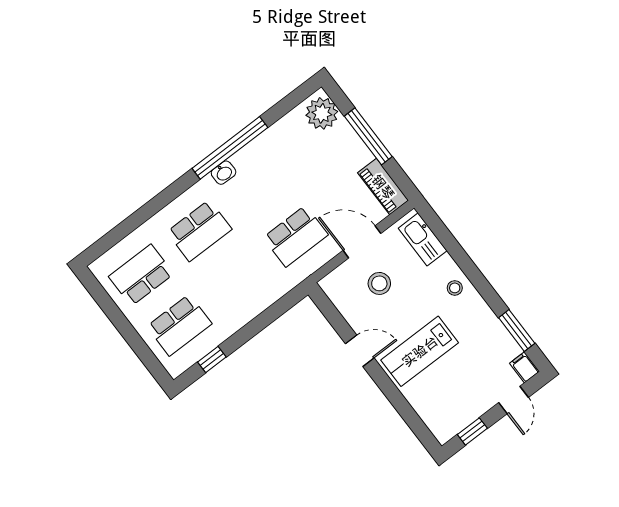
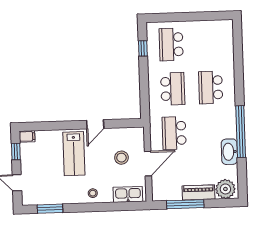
window: (368, 136) -> (185, 204), moved
washbasin: (224, 173) -> (229, 152), moved, width x1.91, depth x1.45
piano: (383, 187) -> (199, 192), moved
school desk: (141, 275) -> (173, 89), moved
lab bench: (420, 351) -> (74, 154), turned 180
filing cabinet: (524, 367) -> (27, 136), moved

